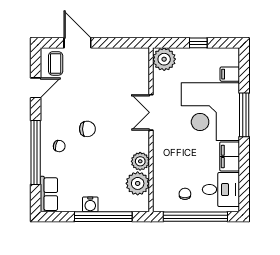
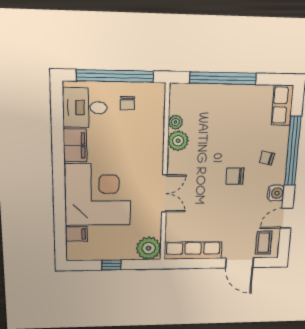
row of seats: (123, 56) -> (193, 250), added
window: (244, 115) -> (59, 191), removed
plant: (138, 183) -> (175, 122), width x0.53, depth x0.53
water cooler: (90, 204) -> (276, 193), moved, turned 90

